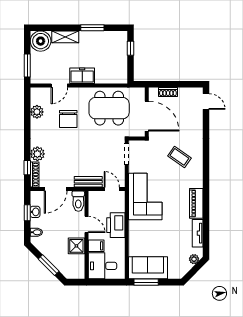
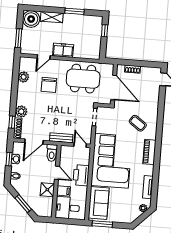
corner sofa: (145, 196) -> (111, 161), width x1.36, depth x1.36
piano: (196, 203) -> (149, 152), moved
sofa: (148, 268) -> (99, 203), moved, turned 90

